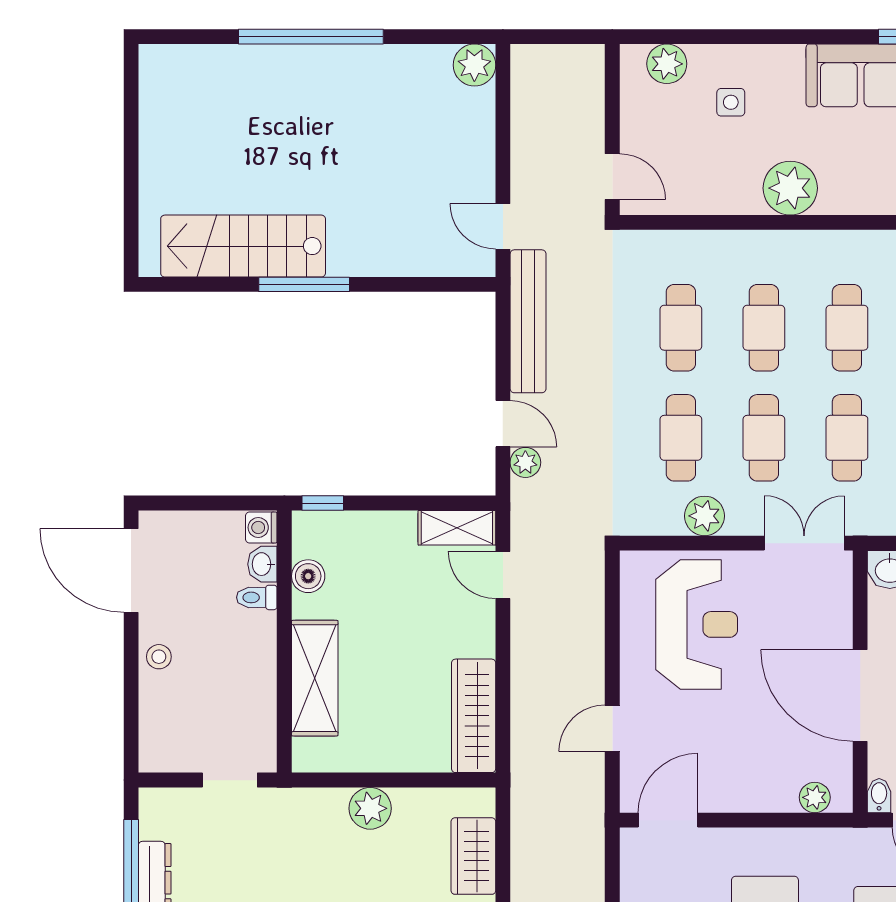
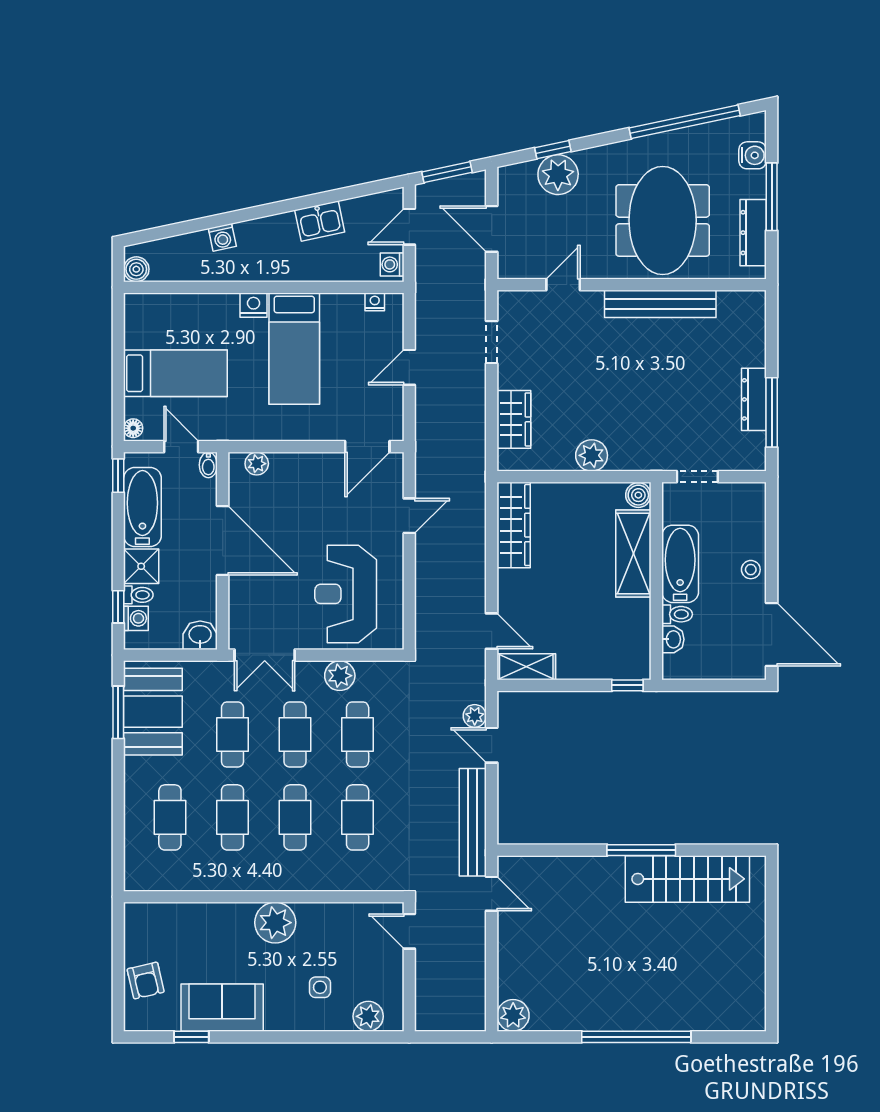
washing machine: (261, 527) -> (674, 667), removed
boiler: (308, 576) -> (638, 495), moved
bathtub: (253, 664) -> (680, 564), added

